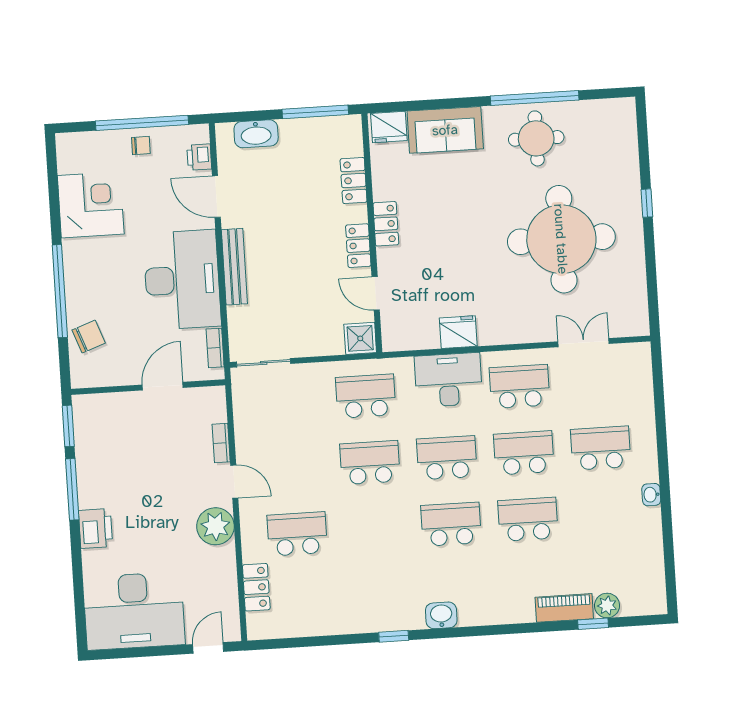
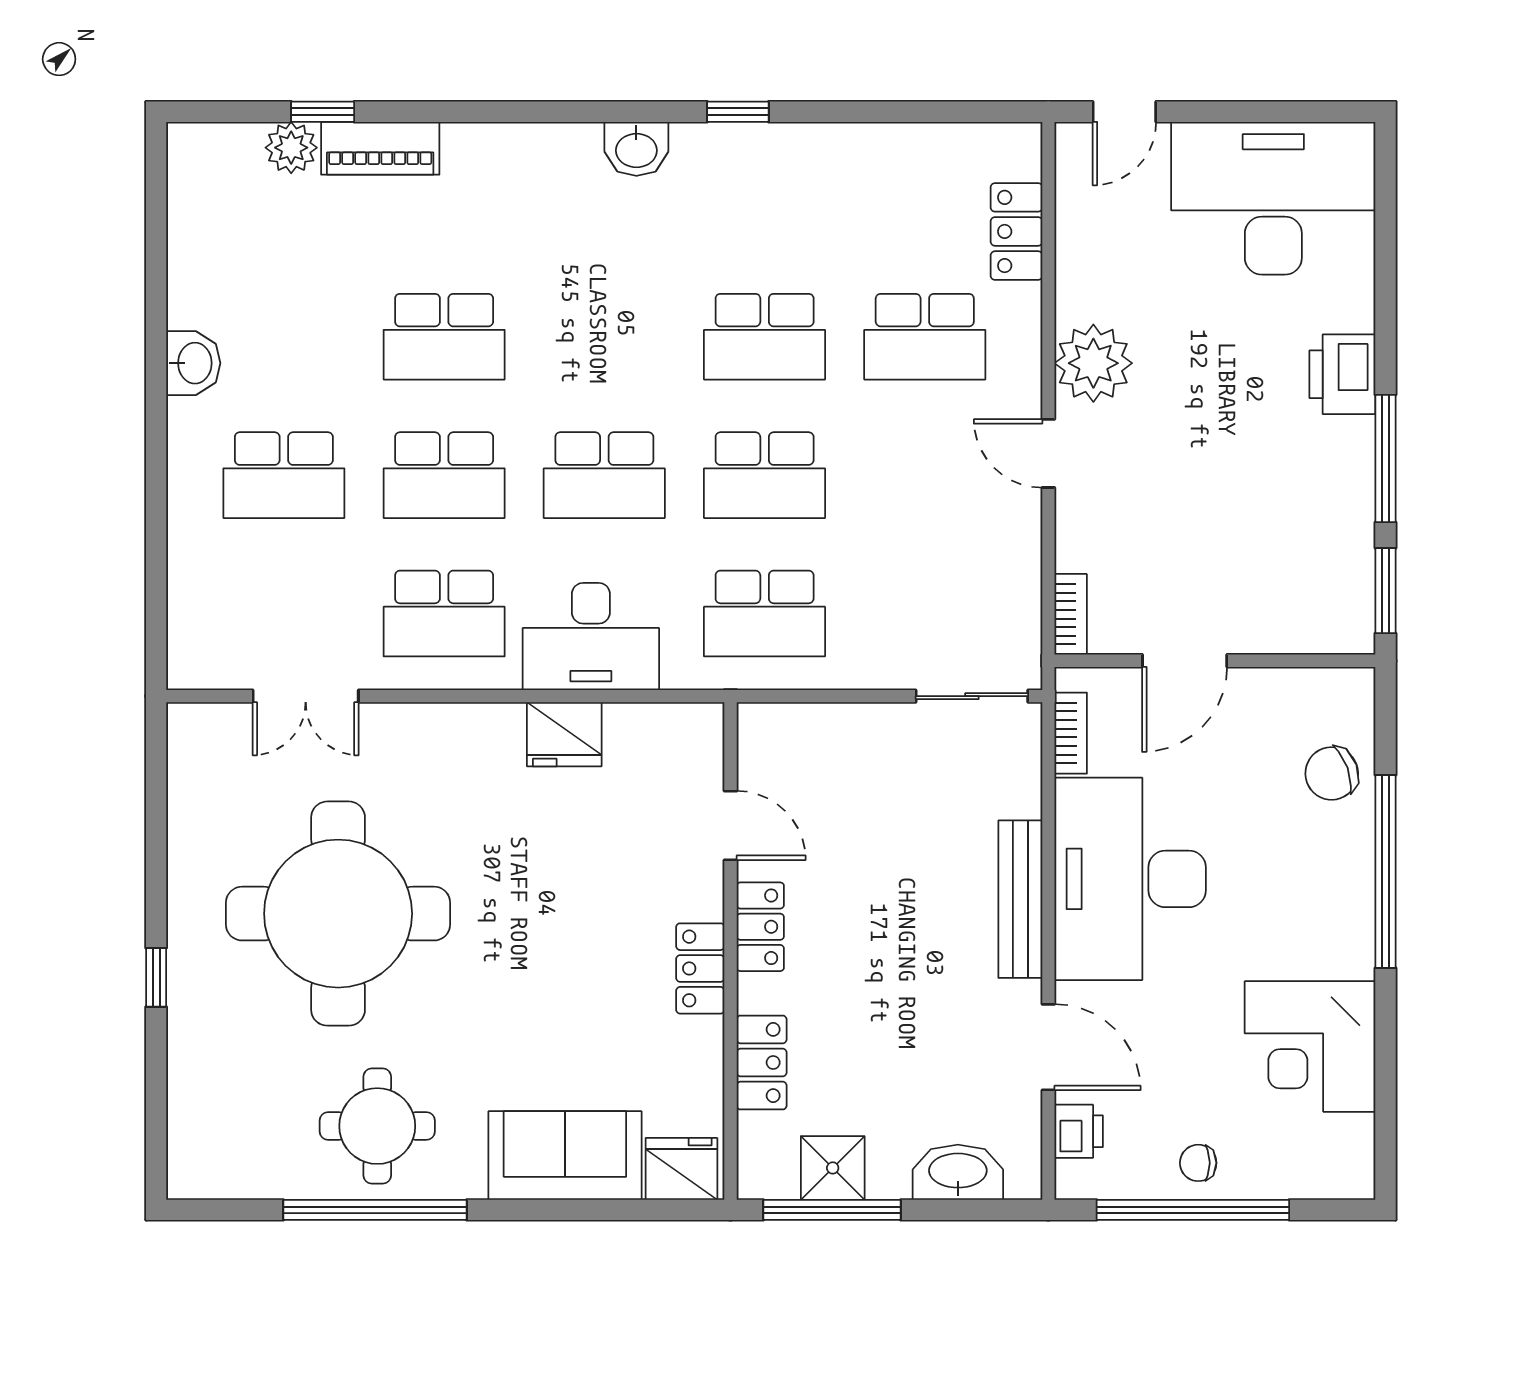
shower: (360, 338) -> (833, 1168), moved
bookcase: (221, 443) -> (1071, 614), moved
washbasin: (651, 495) -> (193, 363), width x1.38, depth x1.45
school desk: (451, 524) -> (765, 337), moved

